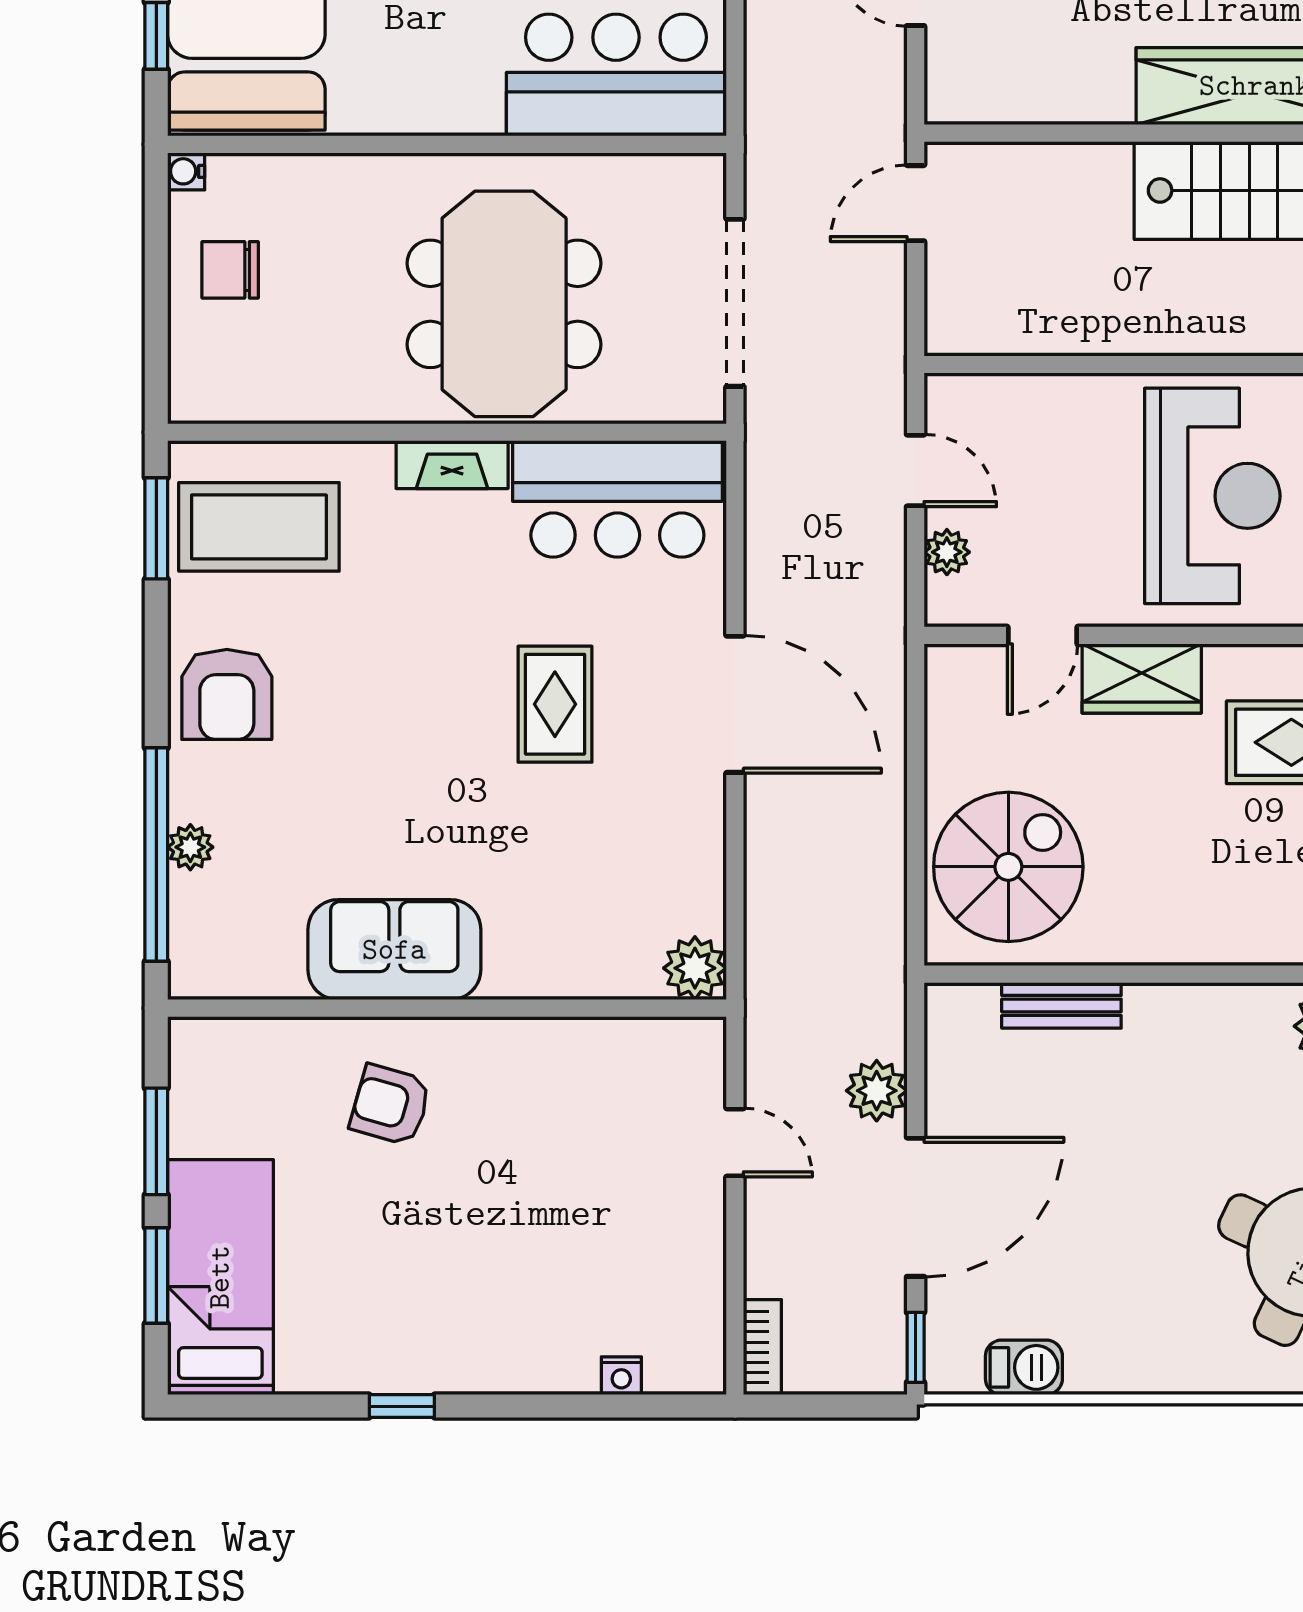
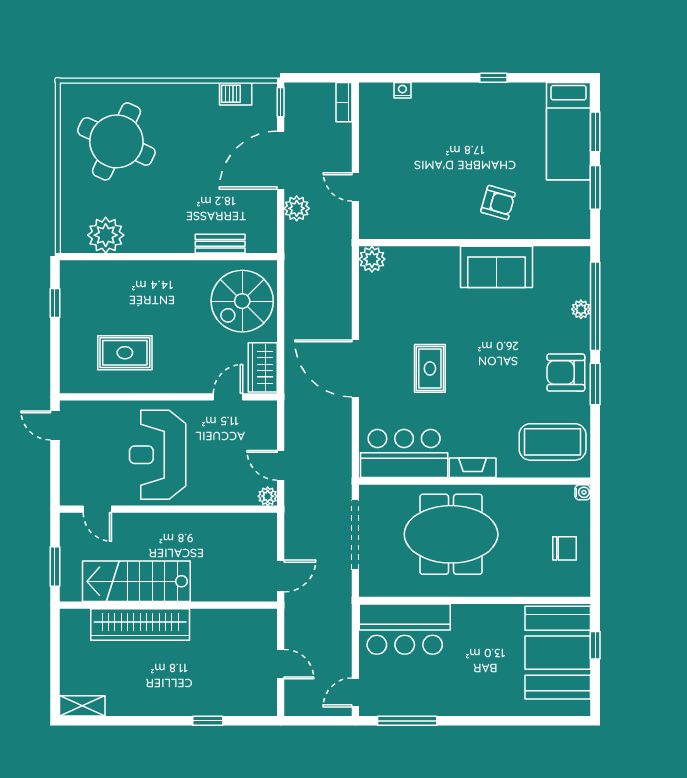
water cooler: (186, 171) -> (583, 492), moved
meeting table: (504, 304) -> (451, 534), turned 90
window: (156, 528) -> (595, 384), moved
plant: (947, 552) -> (268, 496), moved
wardrobe: (1142, 679) -> (263, 367), moved, turned -90
armchair: (227, 694) -> (566, 373), turned -90

